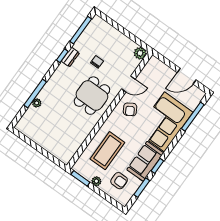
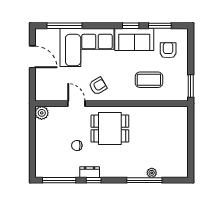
coffee table: (107, 151) -> (149, 80), width x0.73, depth x0.76
plant: (96, 181) -> (183, 70), removed

